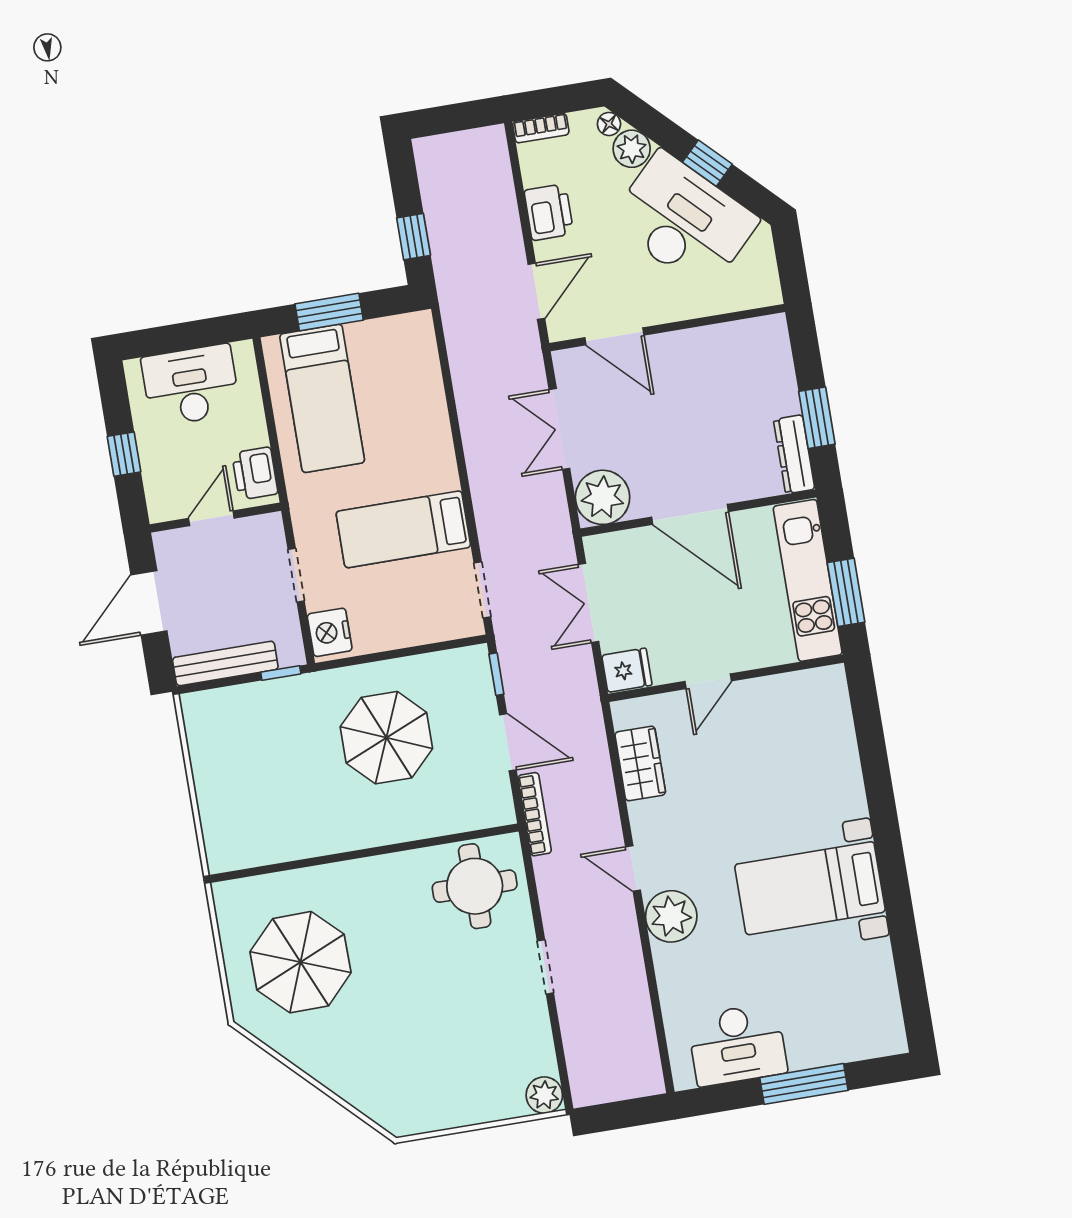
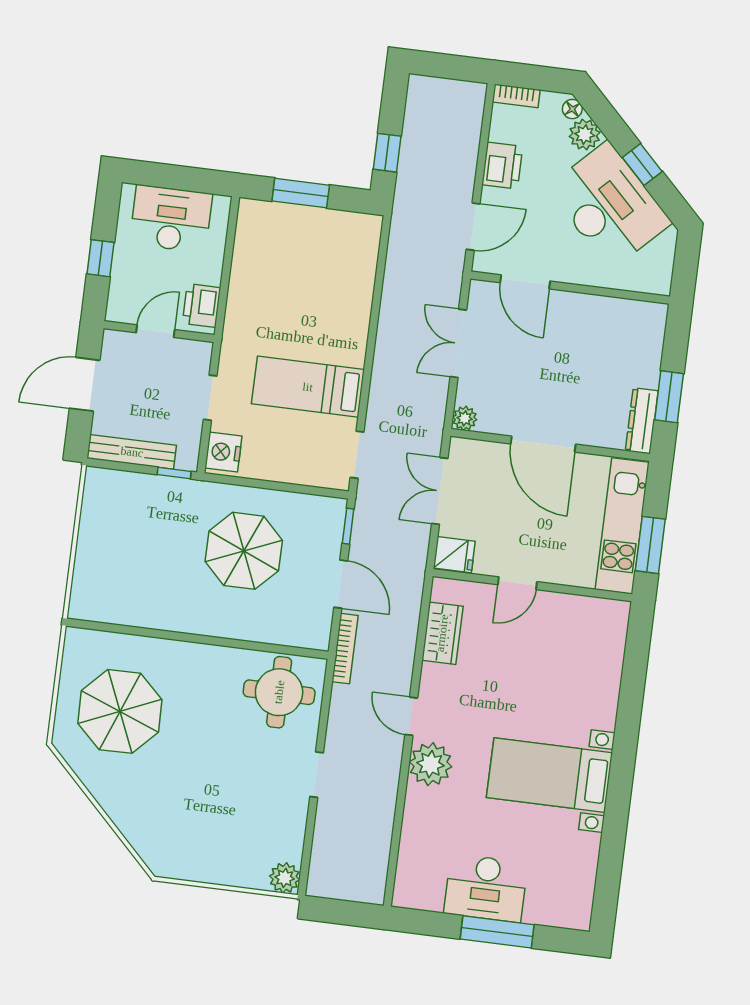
bed: (322, 398) -> (274, 261), removed
plant: (603, 497) -> (465, 418), width x0.53, depth x0.53
desk: (737, 1045) -> (486, 888), moved

